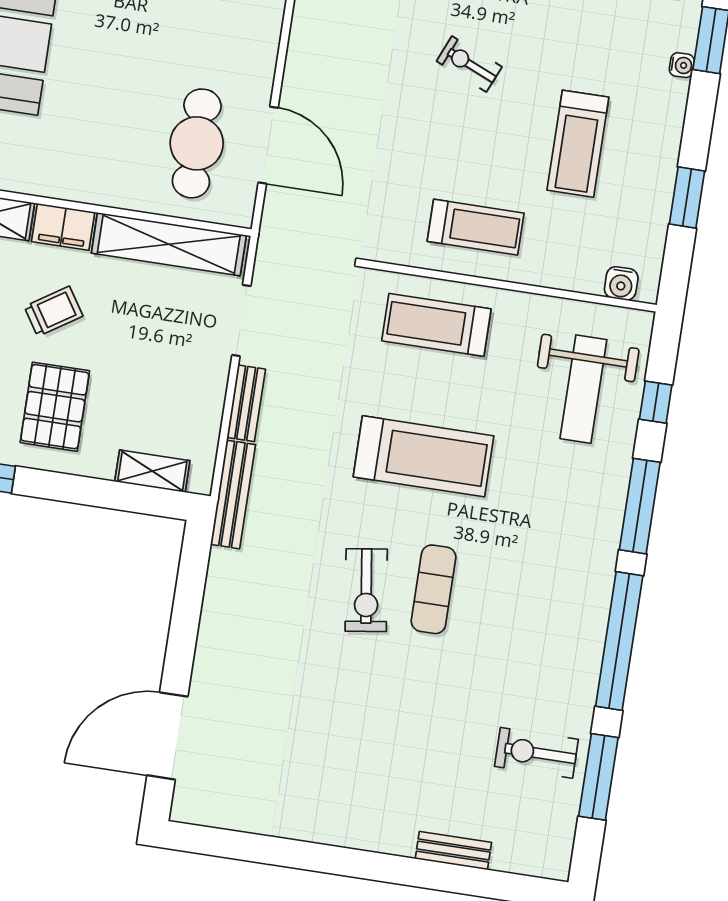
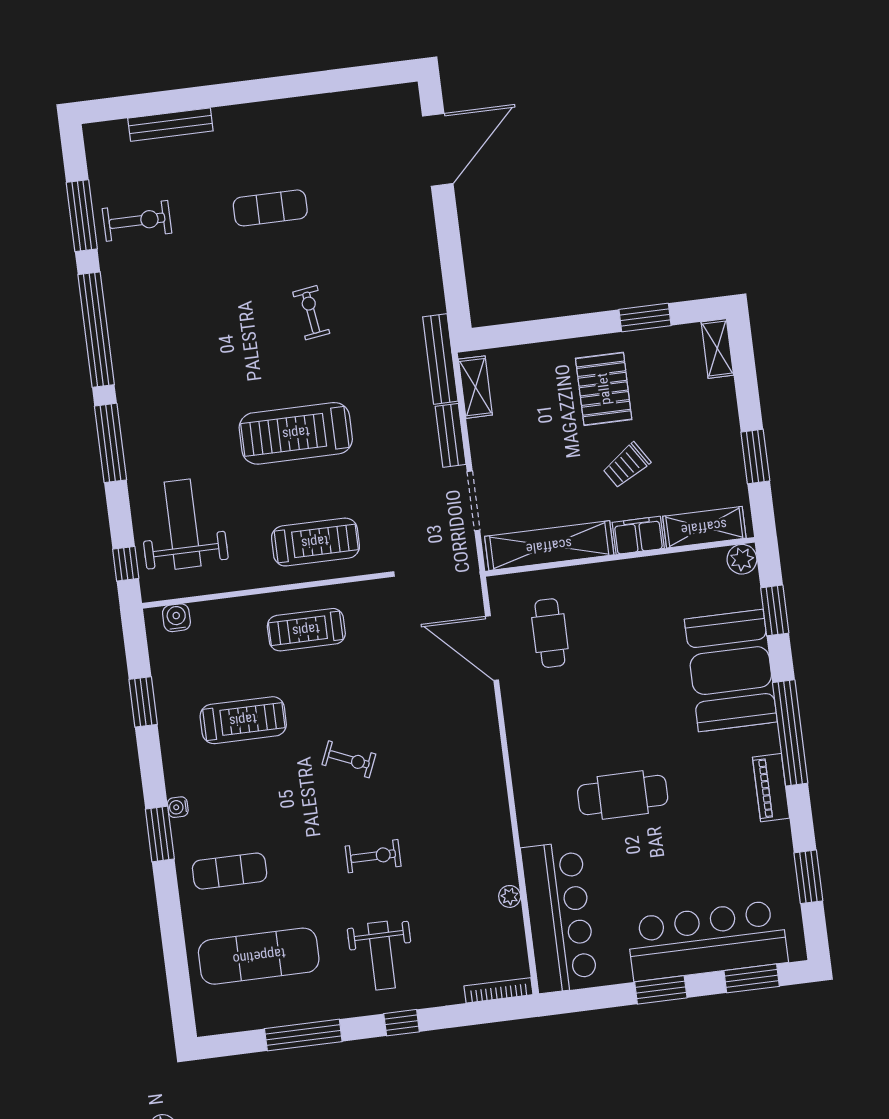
cafe table: (197, 143) -> (550, 633), width x0.73, depth x0.74
treadmill: (578, 144) -> (243, 720), turned 90
window: (656, 402) -> (126, 564), moved
shelving: (152, 471) -> (475, 387), moved, turned 90
exercise mat: (434, 589) -> (270, 208), moved, turned 90
exercise bike: (366, 590) -> (311, 313), width x0.73, depth x0.72
bench: (453, 851) -> (170, 125), width x1.36

